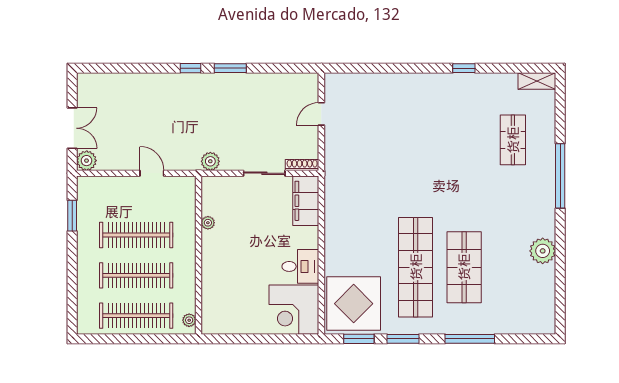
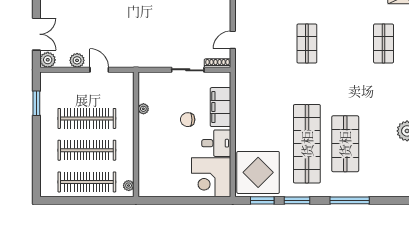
door: (321, 114) -> (233, 40), moved
shop shelf: (416, 140) -> (307, 44), added
plant: (210, 161) -> (77, 60), moved
filing cabinet: (306, 201) -> (220, 107), moved
chair: (264, 236) -> (188, 120), added

